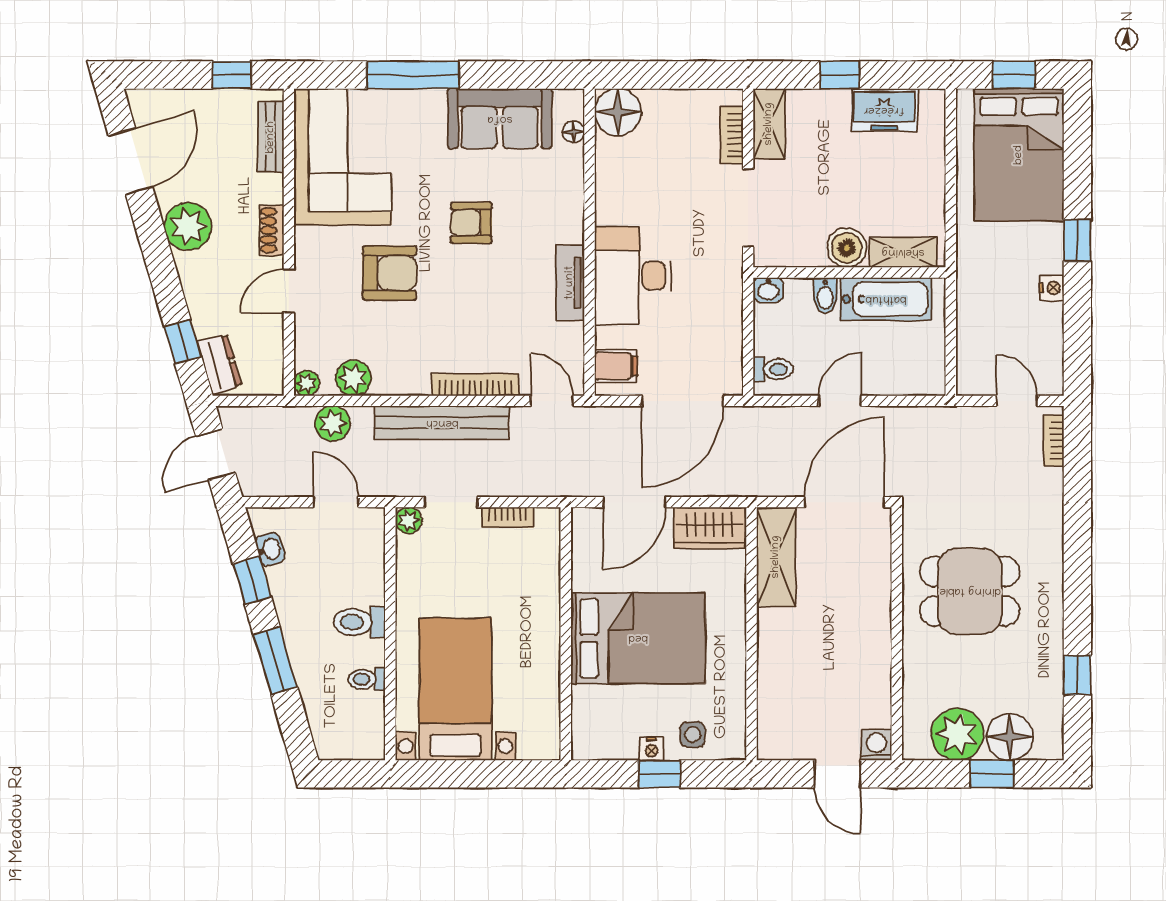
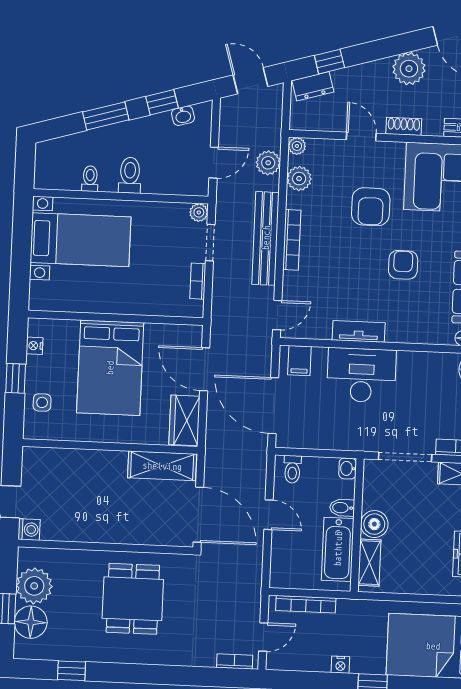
bookcase: (967, 342) -> (306, 604), added
bookcase: (475, 385) -> (292, 240), moved
nightstand: (651, 749) -> (35, 346), moved

